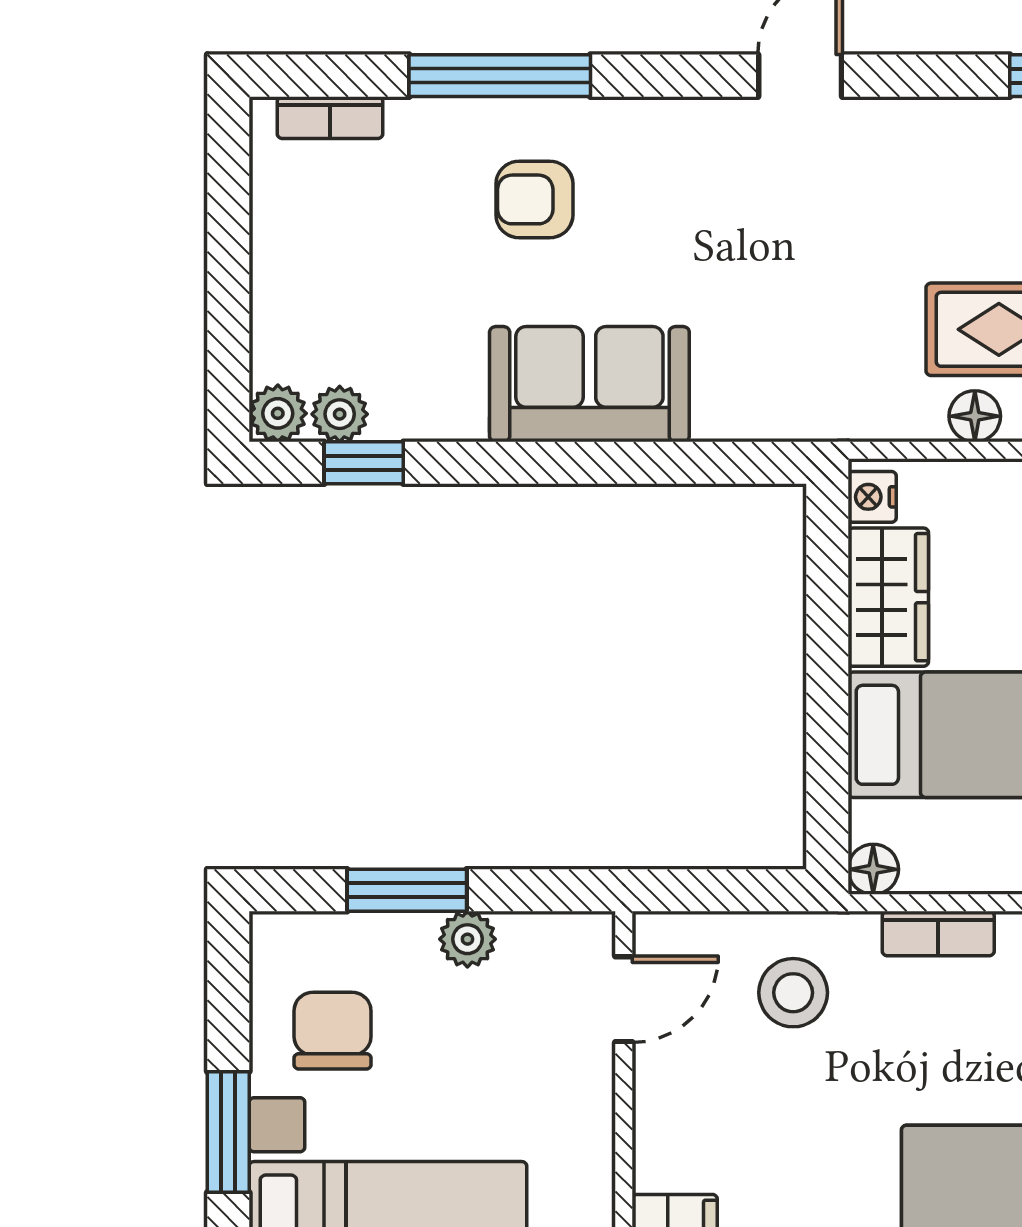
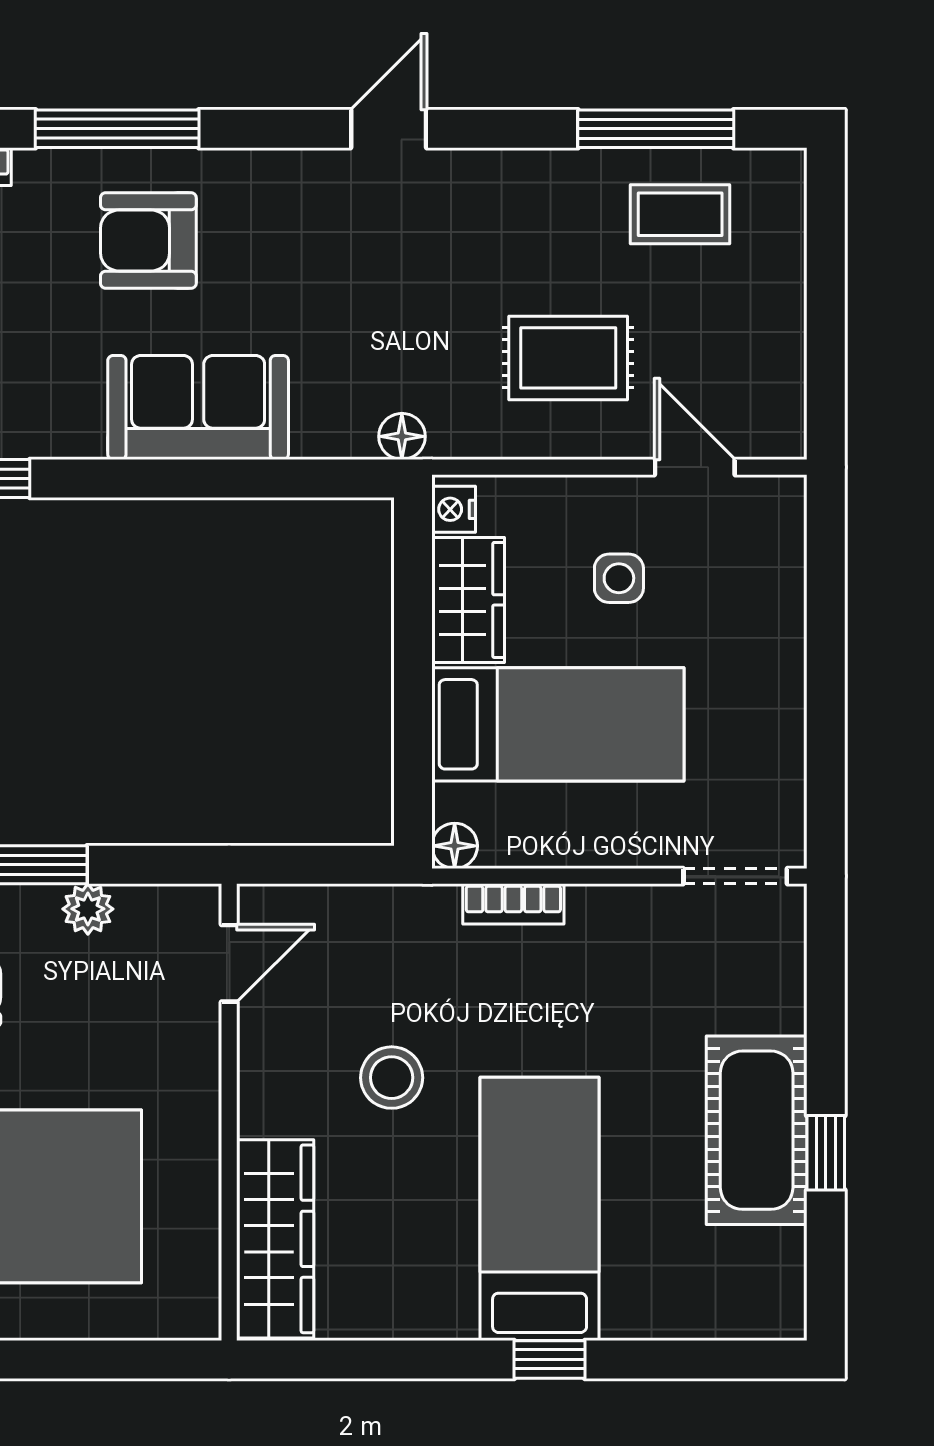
armchair: (534, 199) -> (148, 241), width x1.38, depth x1.38
floor lamp: (975, 416) -> (402, 436), moved
stool: (793, 993) -> (392, 1078), moved

